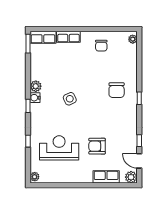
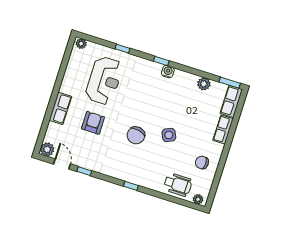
wheelchair: (126, 60) -> (178, 185), added
plant: (36, 86) -> (204, 84), moved
chair: (117, 90) -> (136, 135), moved, turned -79
side table: (70, 99) -> (169, 135), moved
door: (139, 161) -> (62, 164), hinge flipped
row of seats: (106, 177) -> (60, 108), moved

